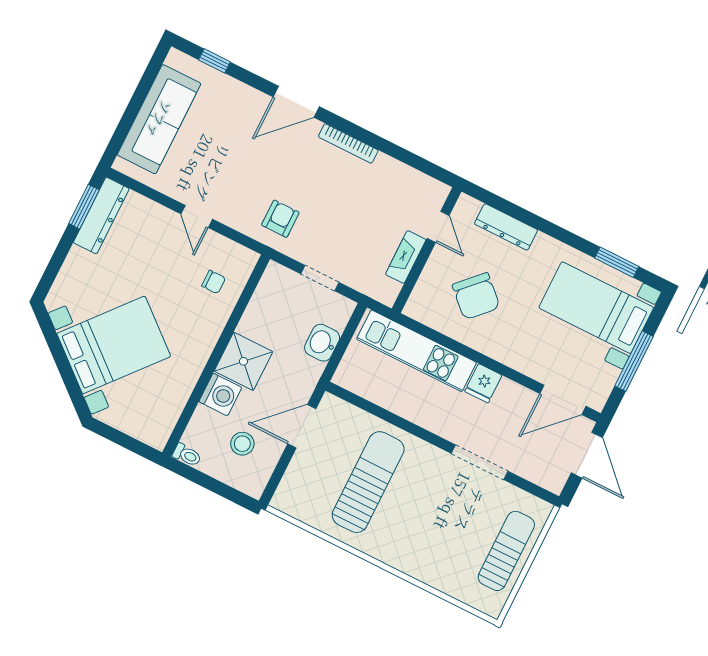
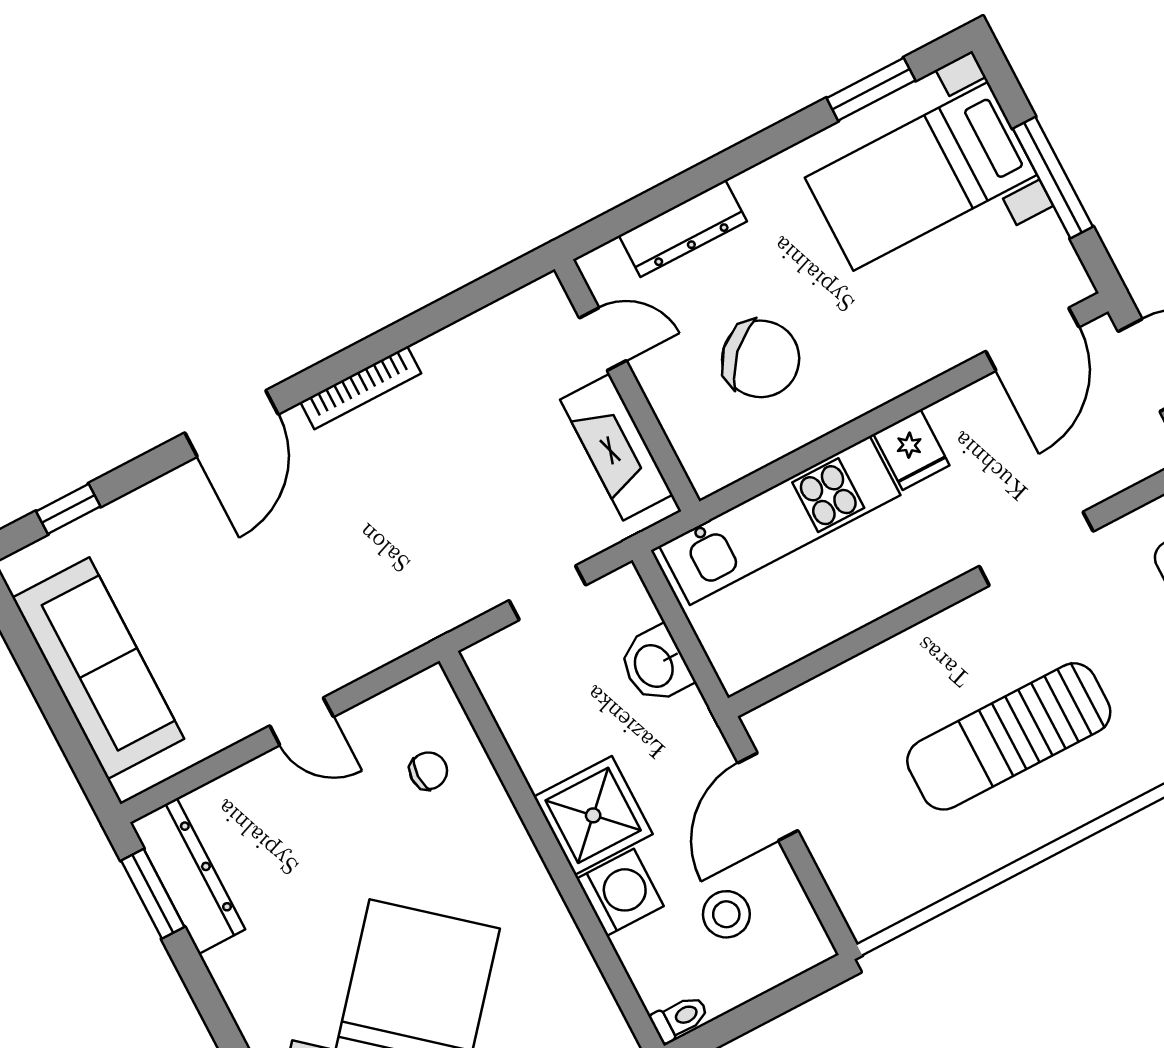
armchair: (280, 219) -> (404, 587), removed
fireplace: (406, 257) -> (616, 447), width x1.37, depth x1.32
sun lounger: (368, 482) -> (1009, 736), moved, turned -90

